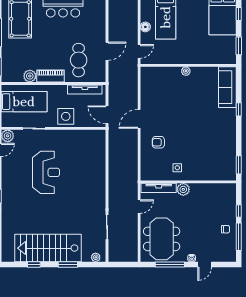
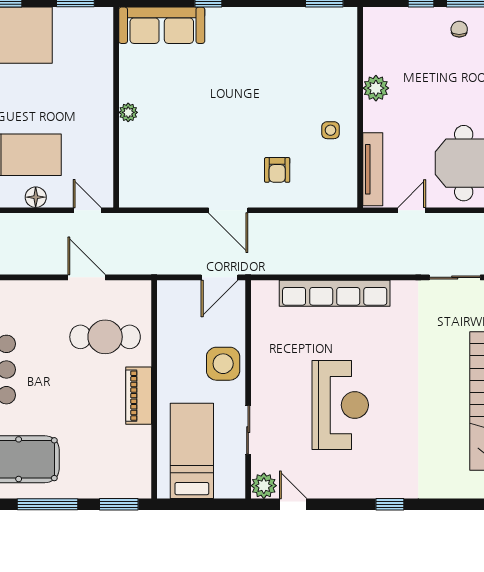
plant: (30, 76) -> (139, 439), removed
tv unit: (85, 89) -> (167, 324), removed
row of seats: (99, 170) -> (335, 293), added
reception desk: (46, 172) -> (340, 405), turned 90
plant: (183, 189) -> (376, 88), moved
door: (139, 207) -> (412, 210), hinge flipped

